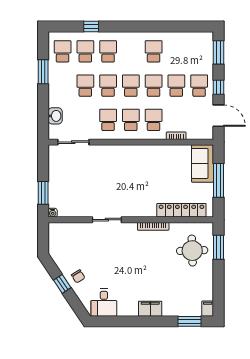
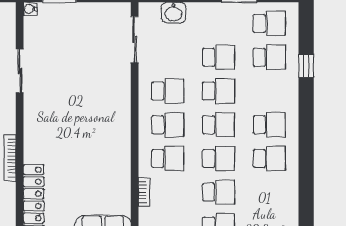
school desk: (108, 51) -> (269, 125), moved
sliding door: (107, 220) -> (20, 71), moved

